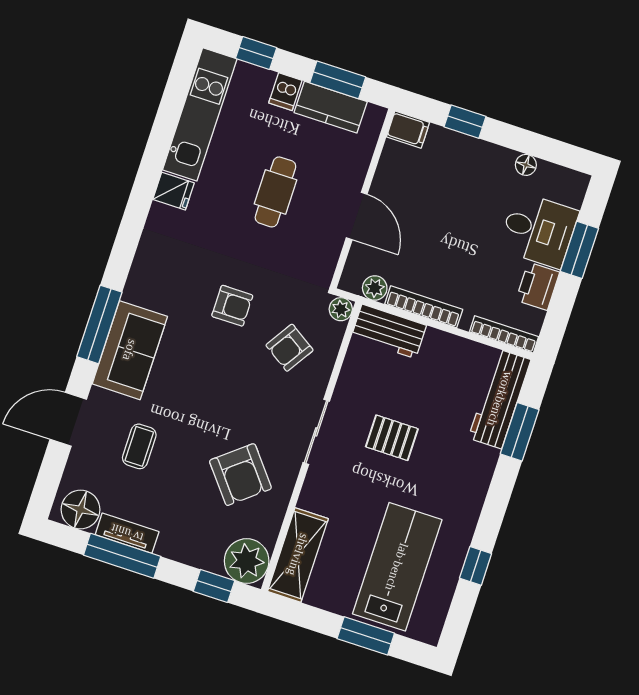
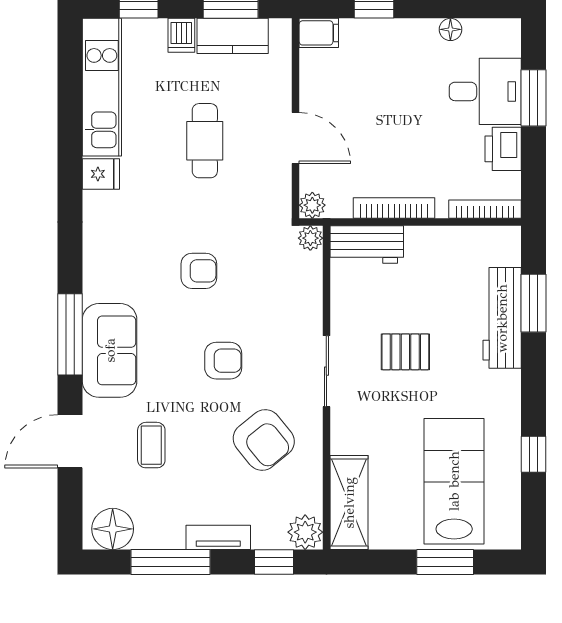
plant: (375, 288) -> (312, 205), moved
armchair: (290, 348) -> (223, 361), moved, turned -123
workbench: (500, 399) -> (502, 318), moved
tv unit: (127, 533) -> (218, 537), moved
plant: (247, 561) -> (305, 532), width x0.73, depth x0.73

